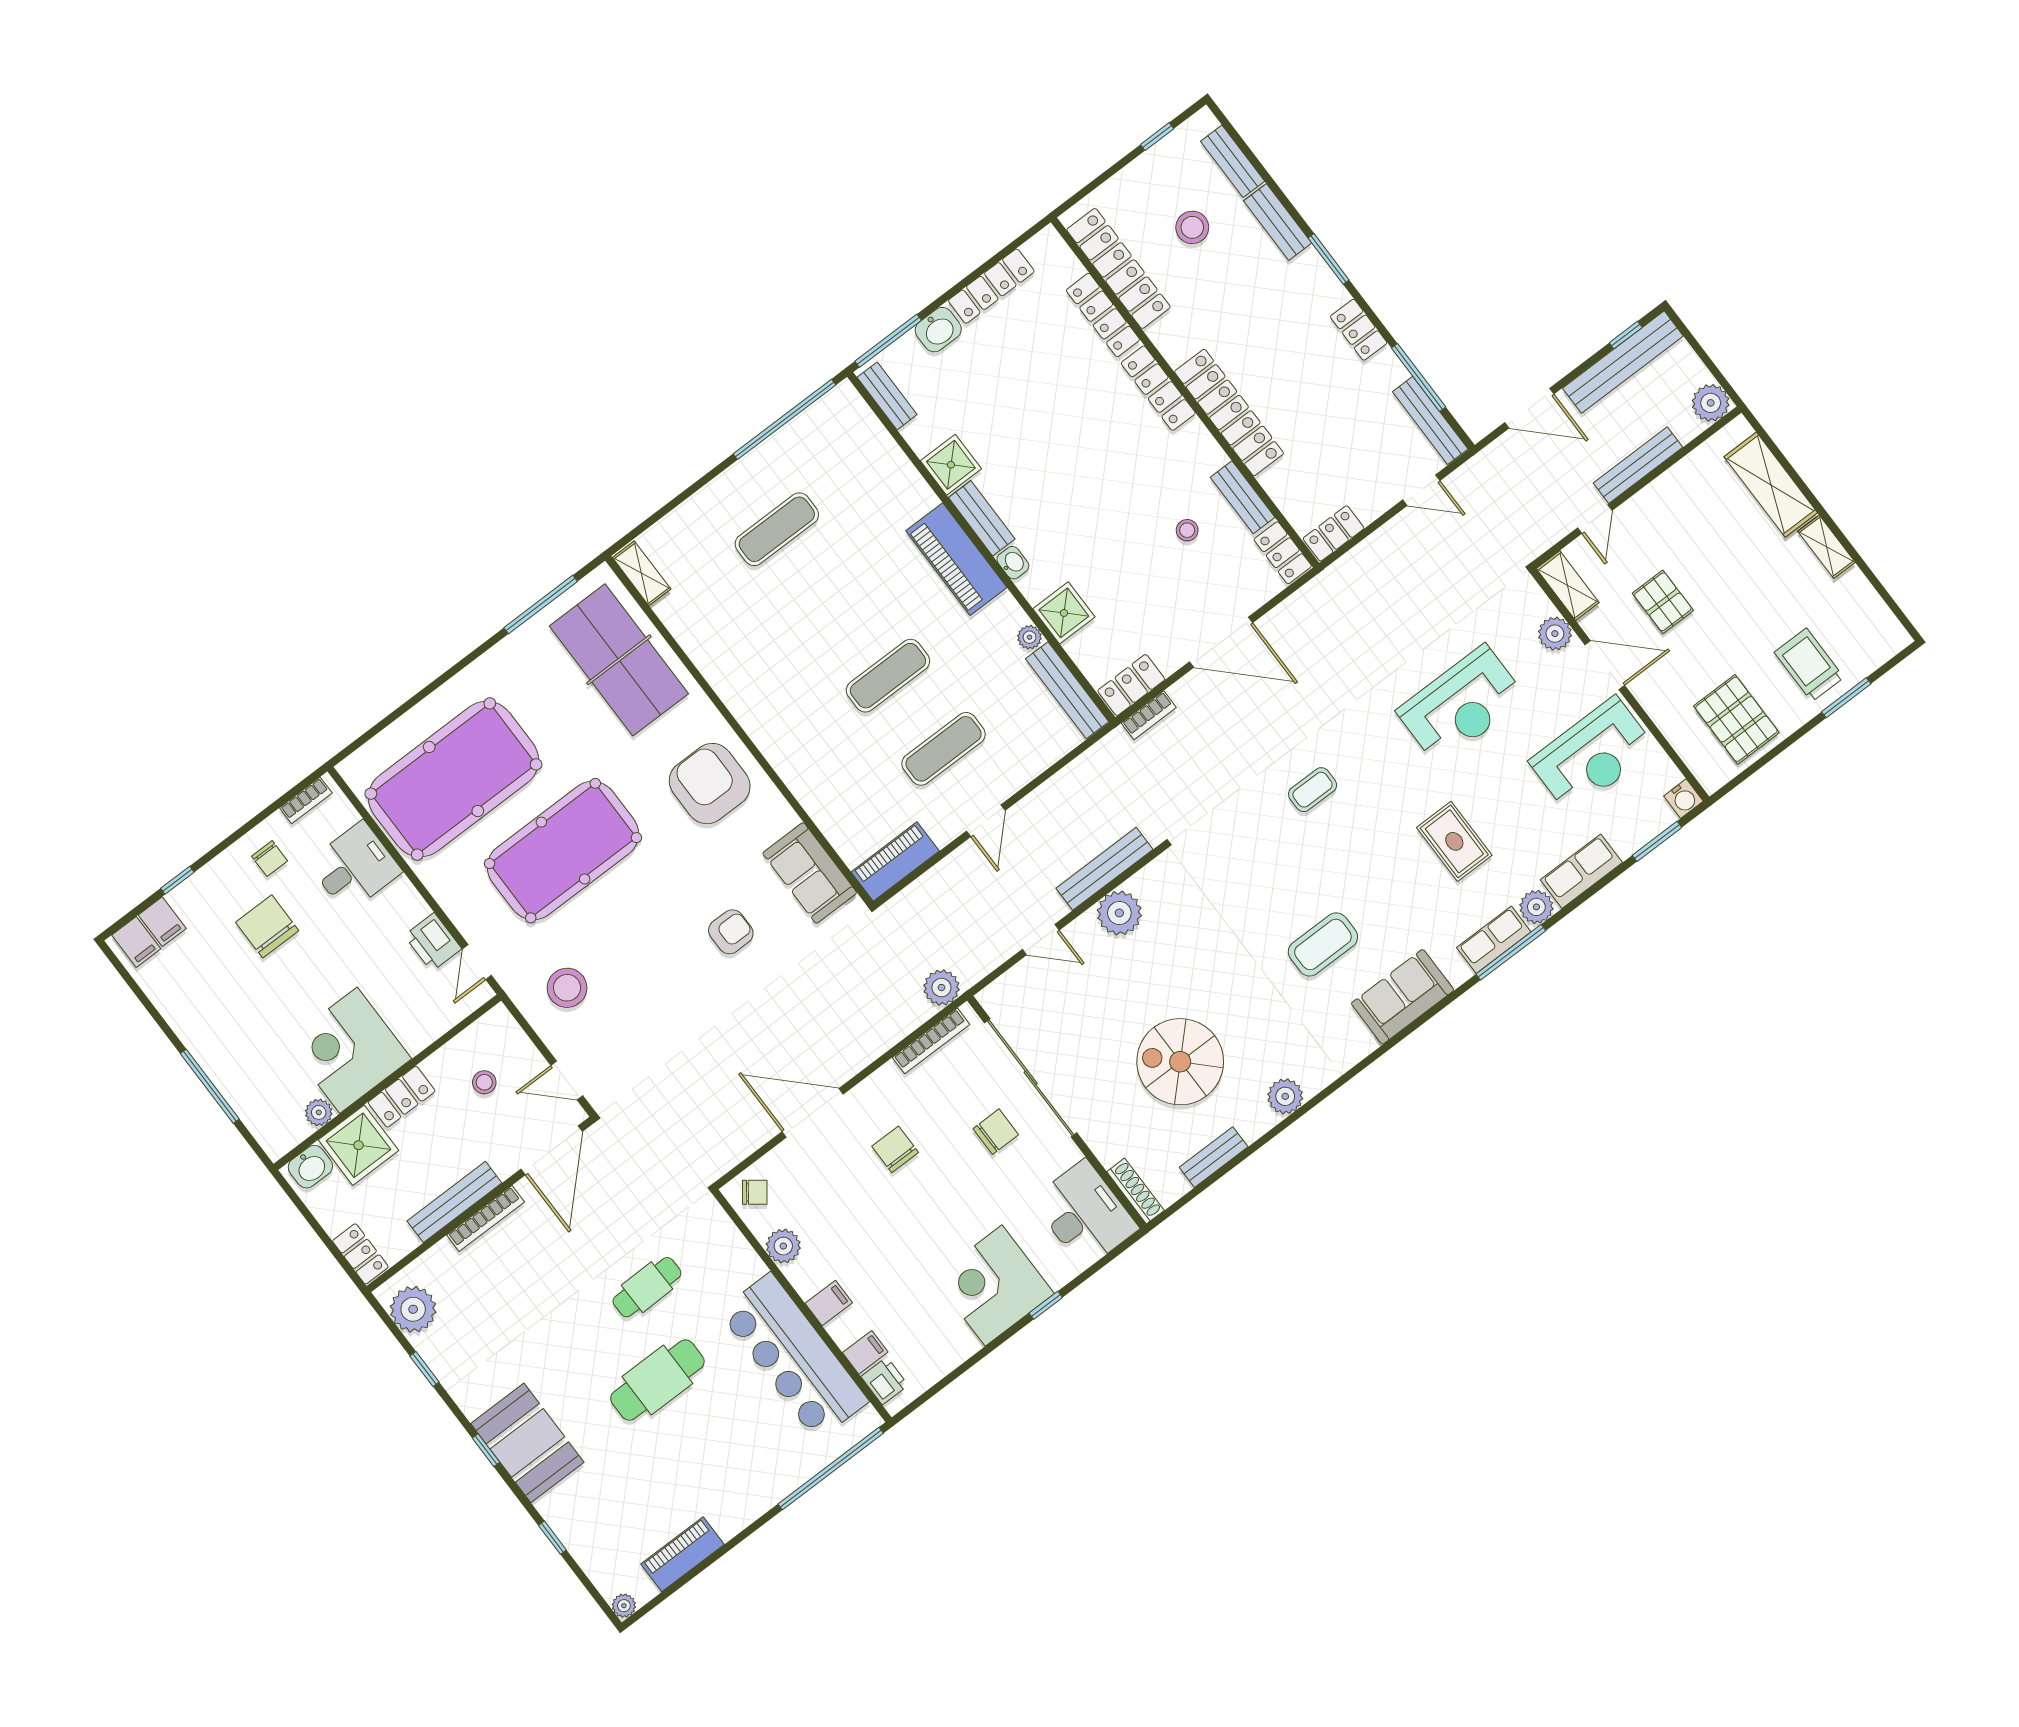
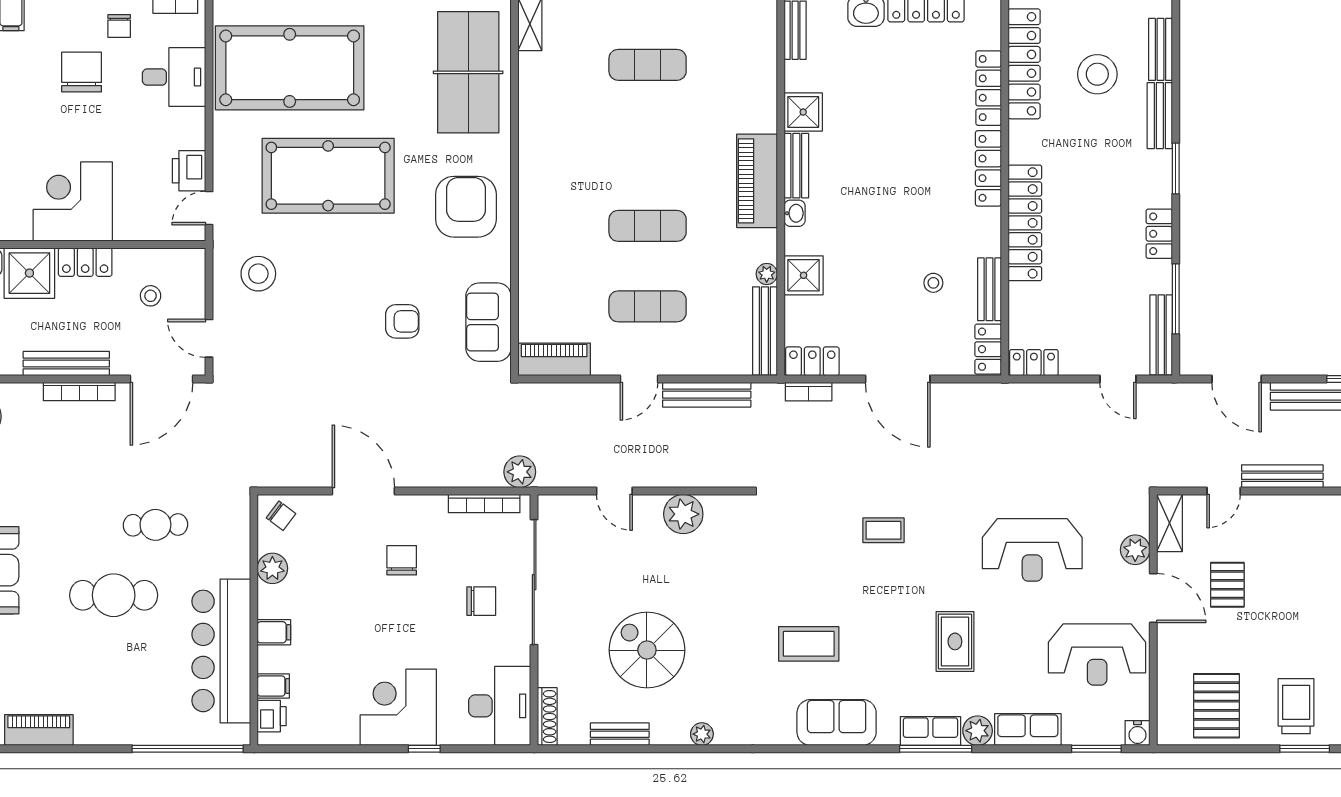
stool: (1192, 227) -> (1097, 74), width x1.38, depth x1.38
bench: (1104, 869) -> (707, 395), moved
plant: (1285, 1096) -> (702, 734), width x0.73, depth x0.73
plant: (319, 1112) -> (19, 229), removed

